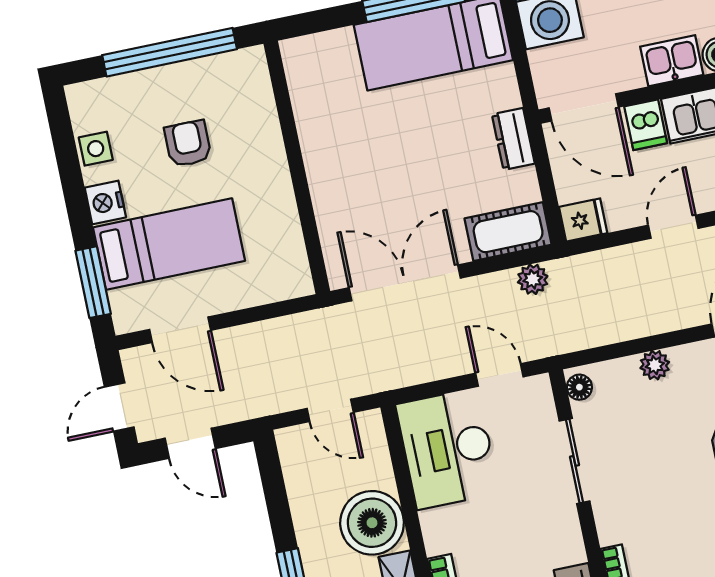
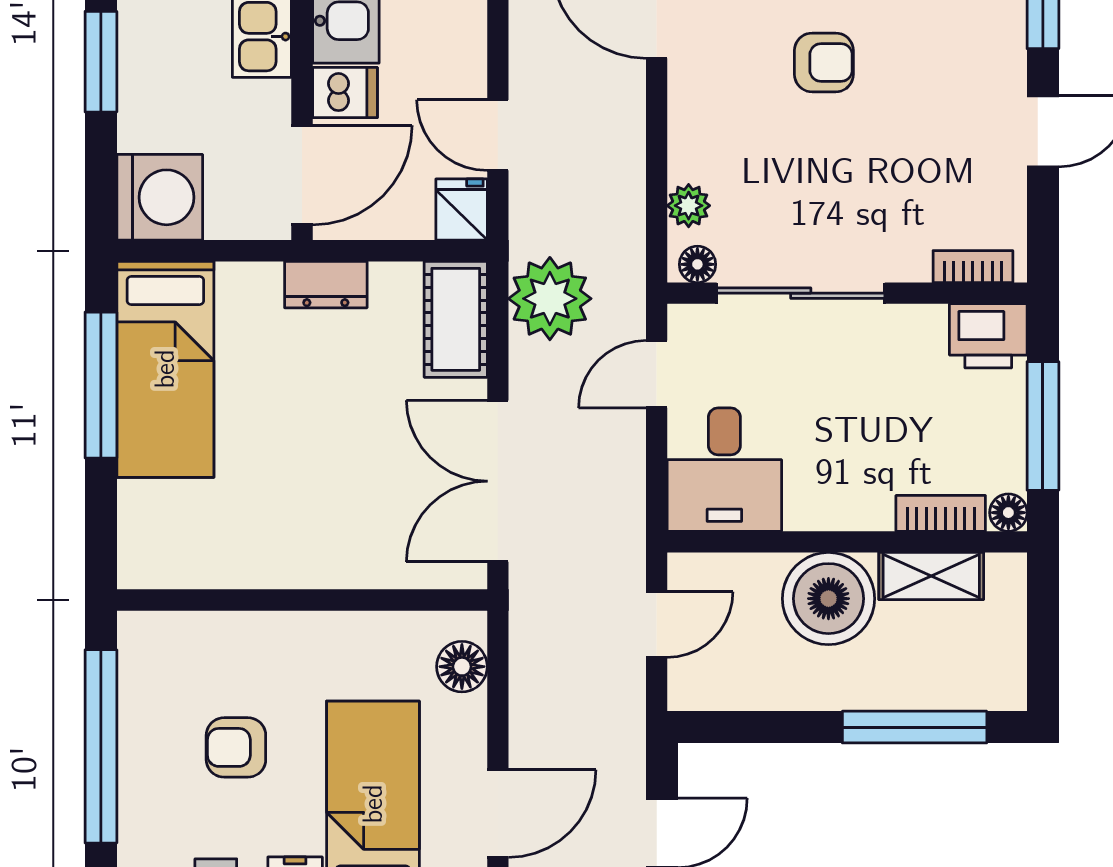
door: (673, 227) -> (498, 135), moved
plant: (533, 279) -> (550, 299), width x1.88, depth x1.88
floor lamp: (274, 285) -> (462, 667), added
plant: (655, 365) -> (689, 206), moved
desk: (447, 449) -> (724, 470), width x0.73
sliding door: (575, 461) -> (801, 293), width x1.37

